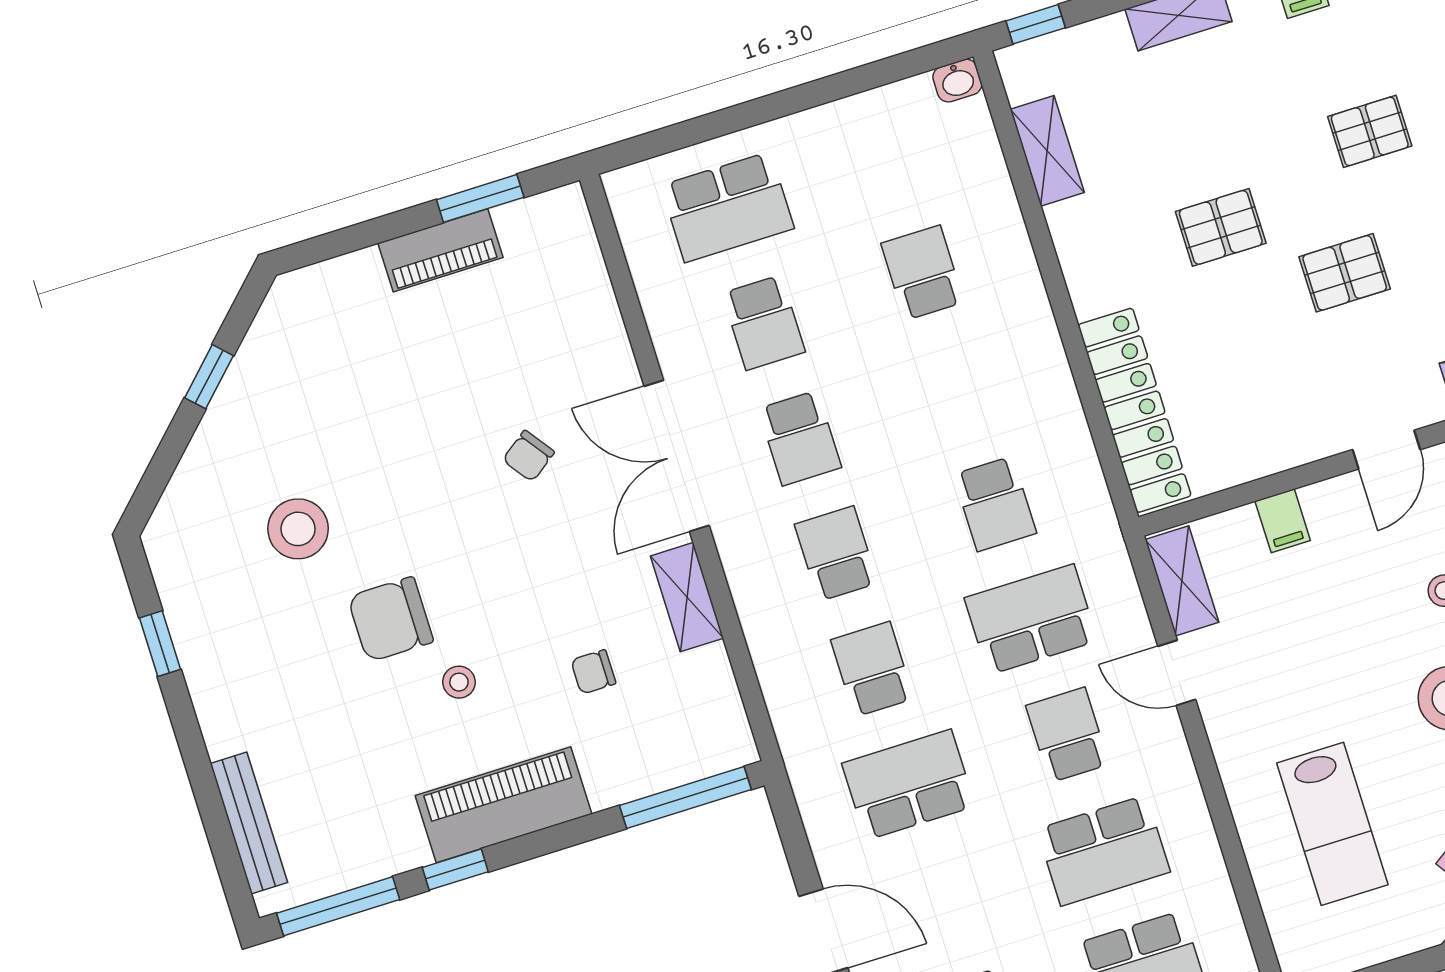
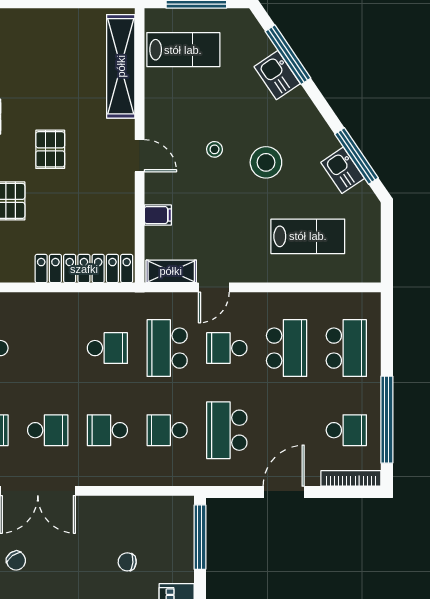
shelving: (687, 597) -> (106, 507), removed
chair: (593, 672) -> (127, 562), turned 95

